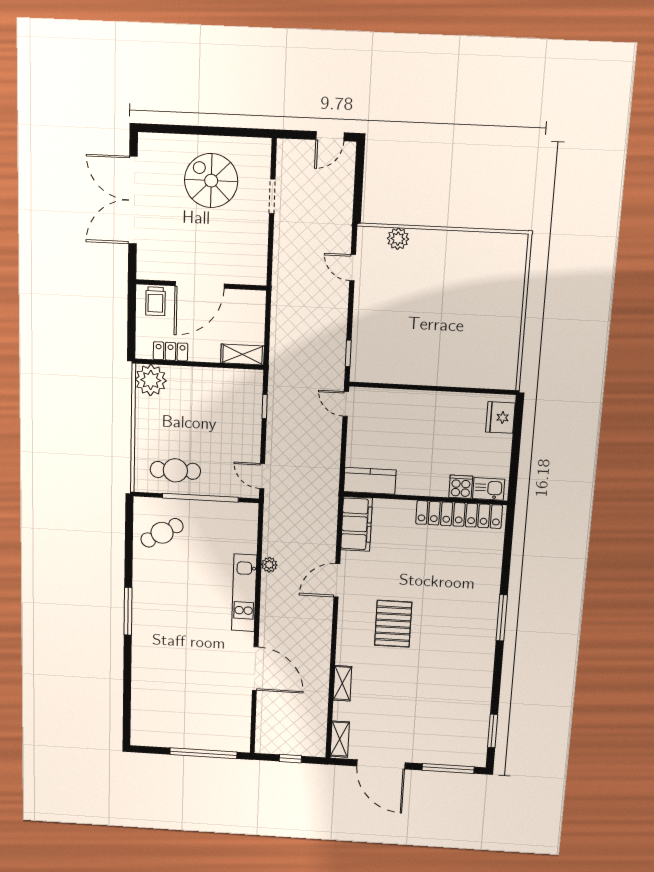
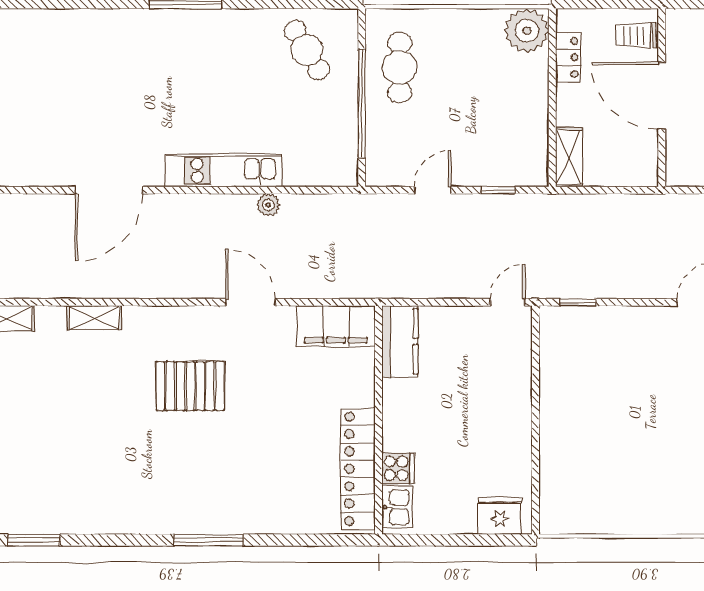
door: (262, 476) -> (433, 190), moved

